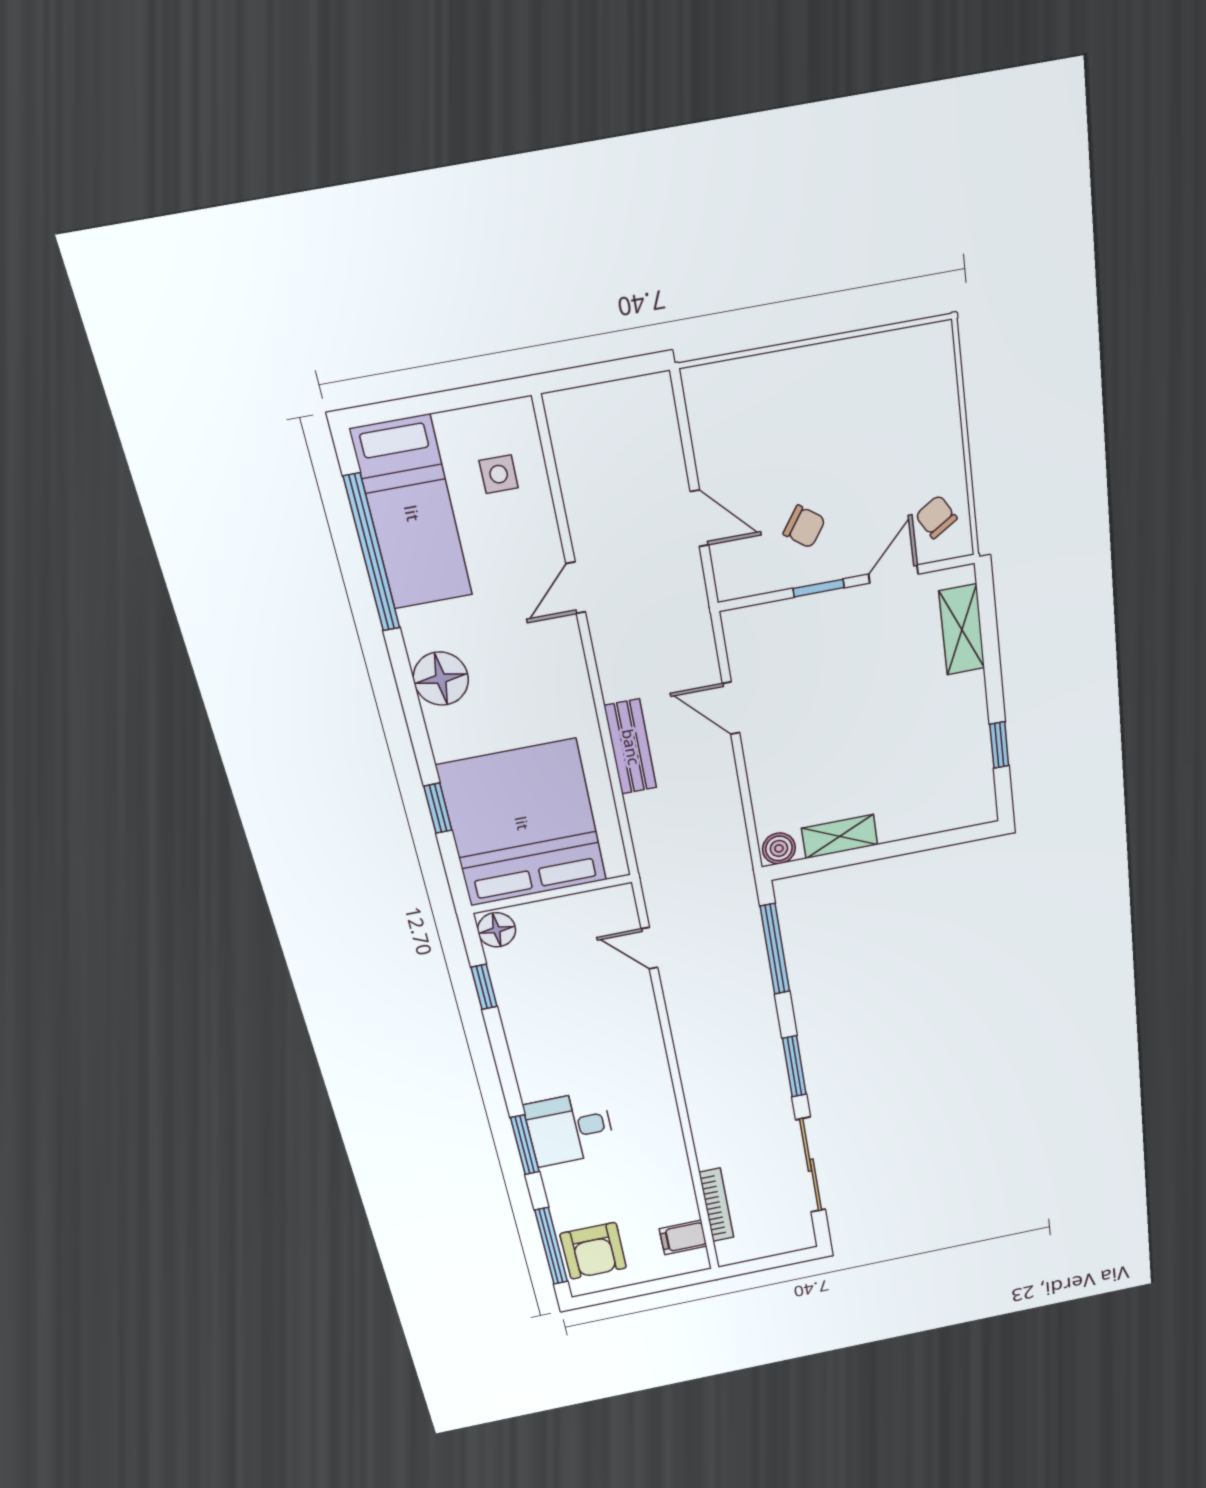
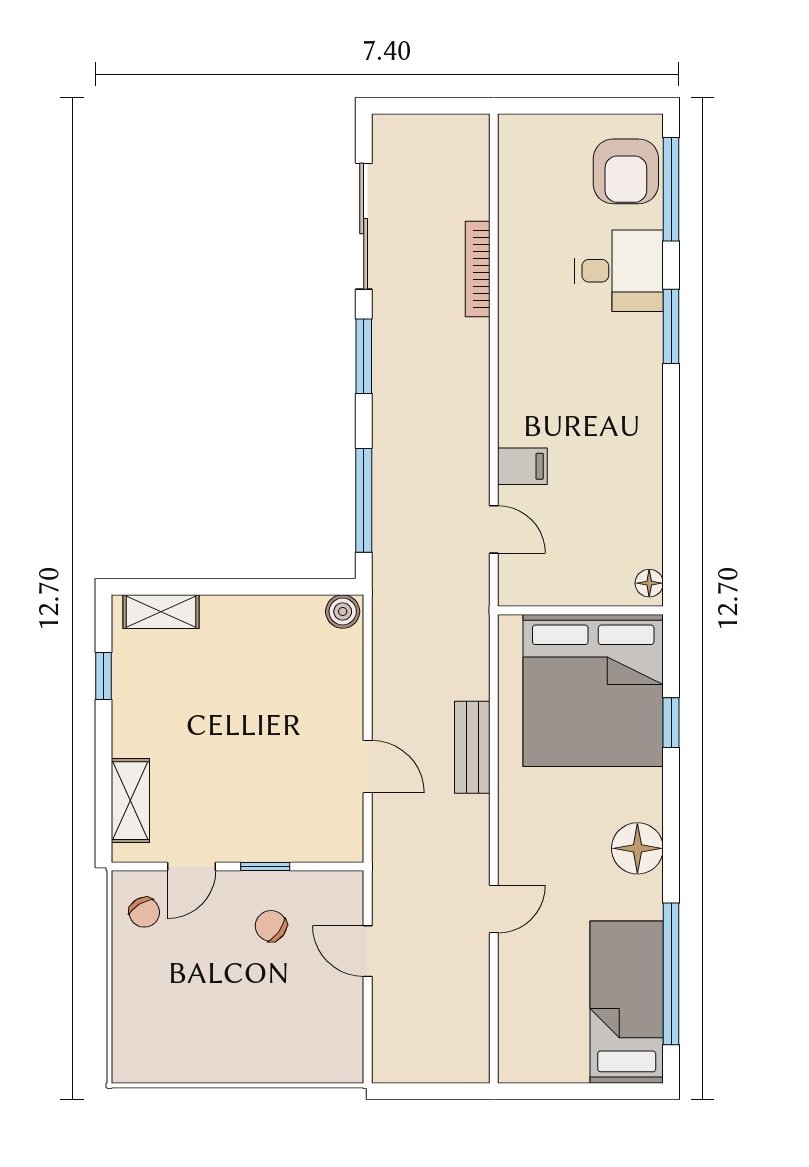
side table: (499, 474) -> (542, 1022), removed
shelving: (840, 836) -> (161, 612), moved
floor lamp: (497, 930) -> (649, 583), width x0.73, depth x0.73
window: (484, 987) -> (671, 523), removed
desk: (570, 1129) -> (619, 271), moved
bookcase: (716, 1205) -> (478, 269), moved
filing cabinet: (683, 1237) -> (522, 466), moved
armchair: (593, 1251) -> (626, 171), turned 180

